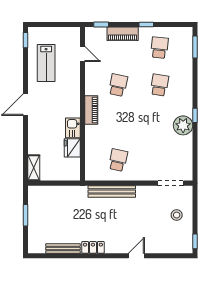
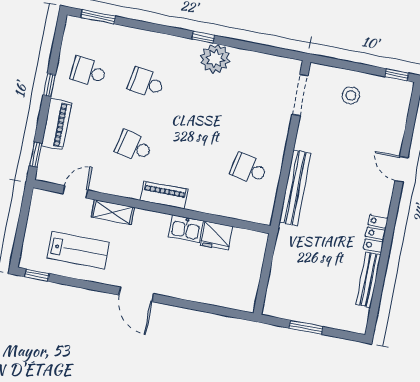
shelving: (34, 168) -> (113, 212), moved

